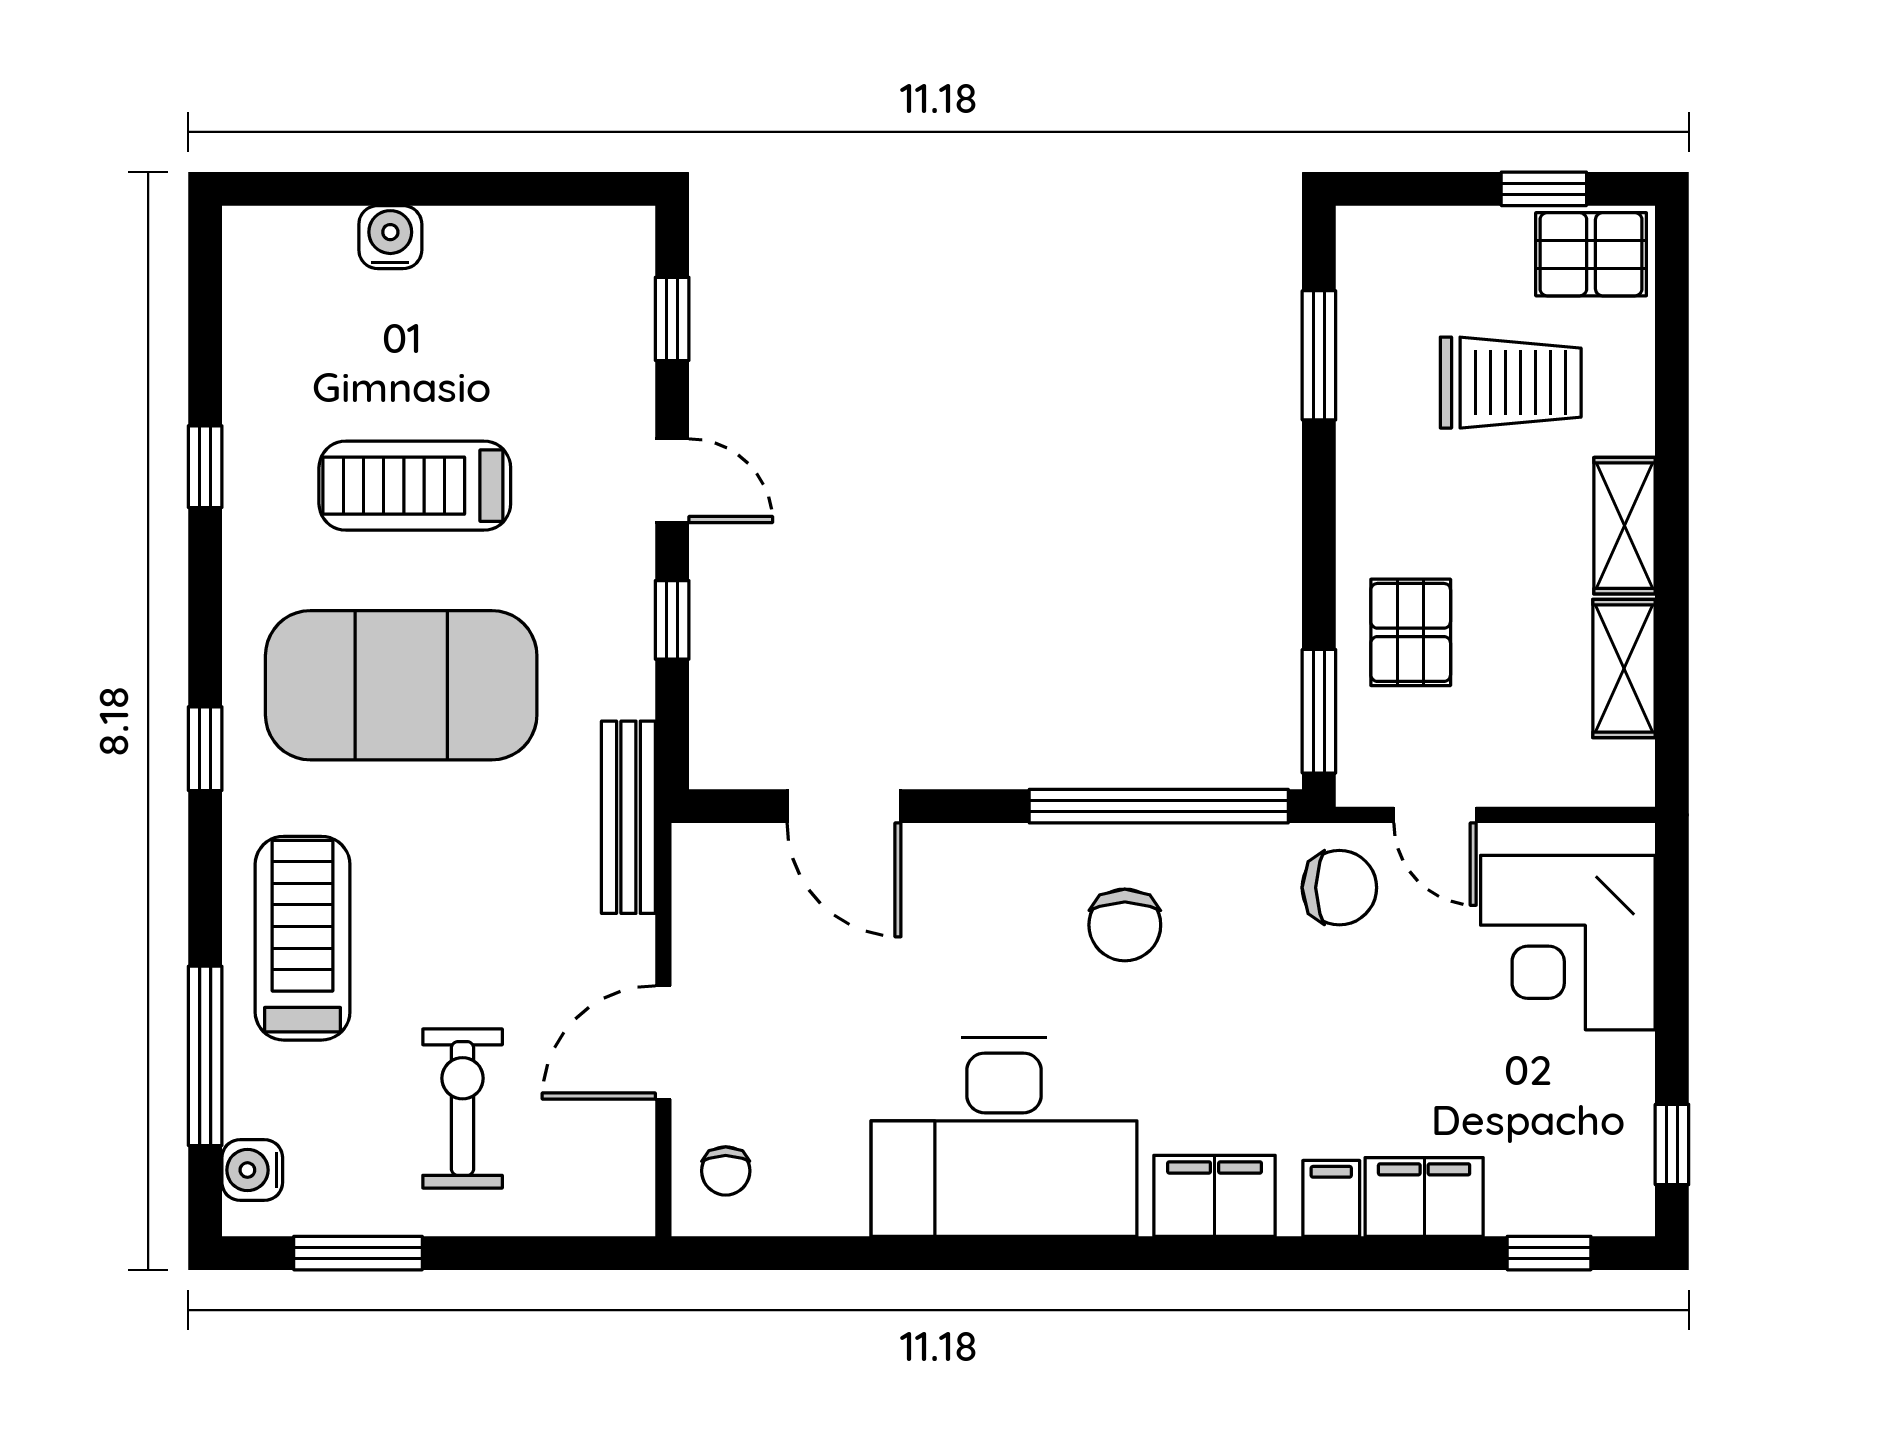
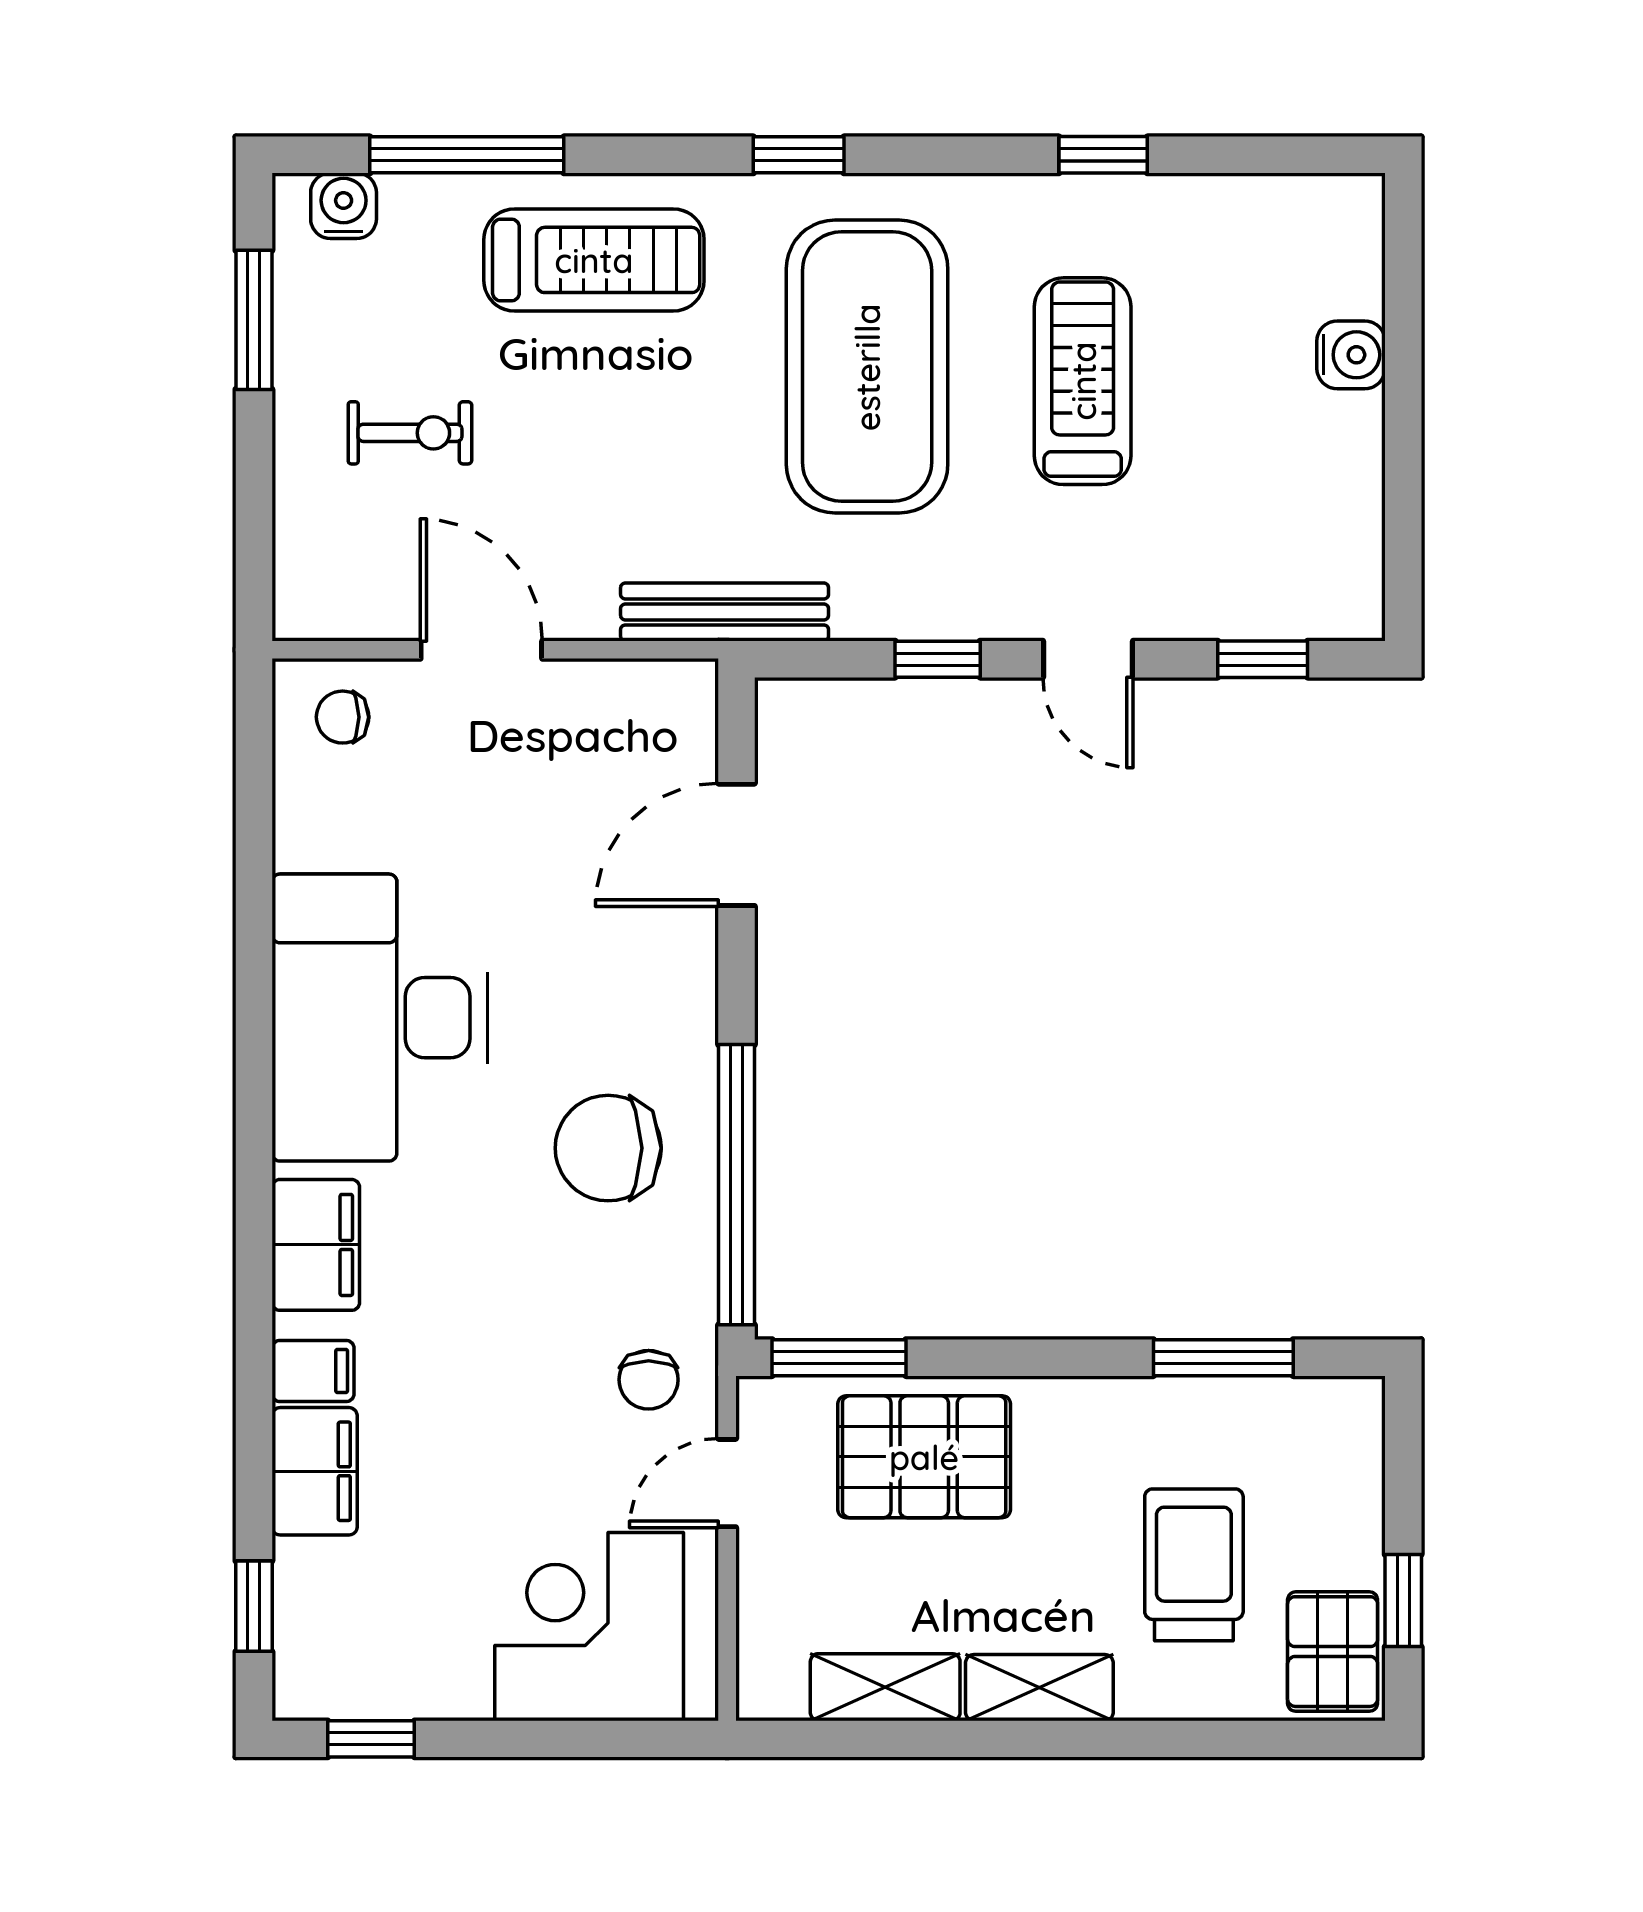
trolley: (1511, 383) -> (1194, 1565), turned 180
door: (672, 481) -> (1088, 659), hinge flipped
pallet: (1411, 632) -> (924, 1457), width x1.50, depth x1.42
chair: (1339, 888) -> (649, 1380), width x0.73, depth x0.73
chair: (1125, 925) -> (608, 1148), width x1.37, depth x1.37
exercise bike: (463, 1108) -> (410, 433), width x0.73, depth x0.72

